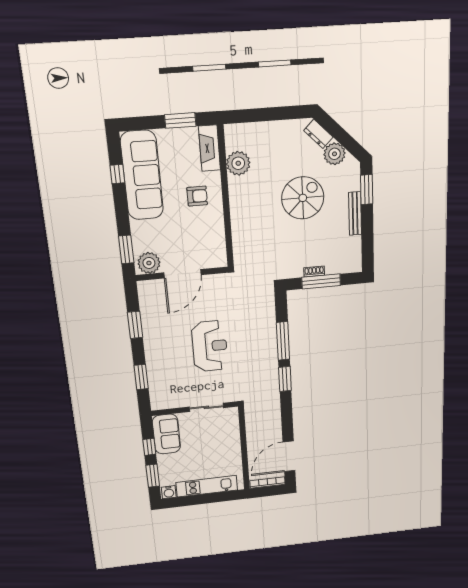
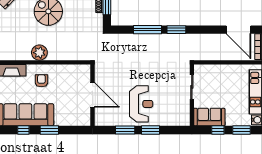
plant: (238, 163) -> (39, 53), moved
window: (126, 249) -> (49, 130), moved
plant: (149, 263) -> (83, 116), removed
reception desk: (210, 346) -> (141, 104), moved, turned 90
window: (141, 377) -> (150, 130), moved

